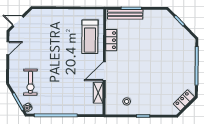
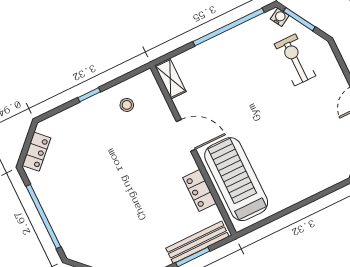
treadmill: (90, 37) -> (236, 179), width x1.37, depth x1.38
door: (104, 71) -> (186, 135), hinge flipped
shelving: (98, 93) -> (170, 79), moved

